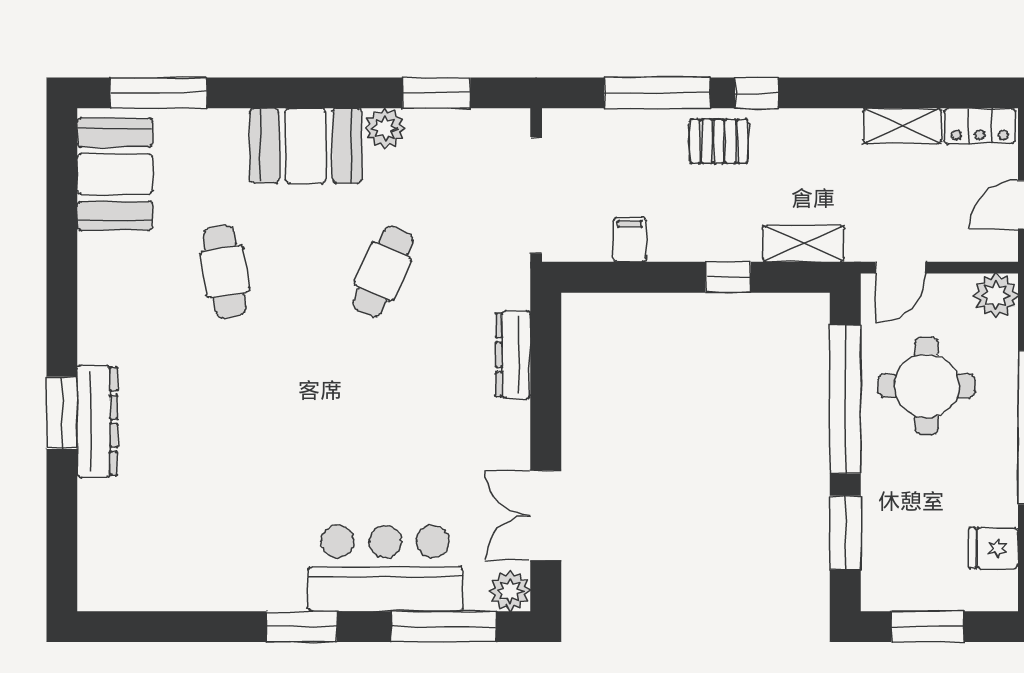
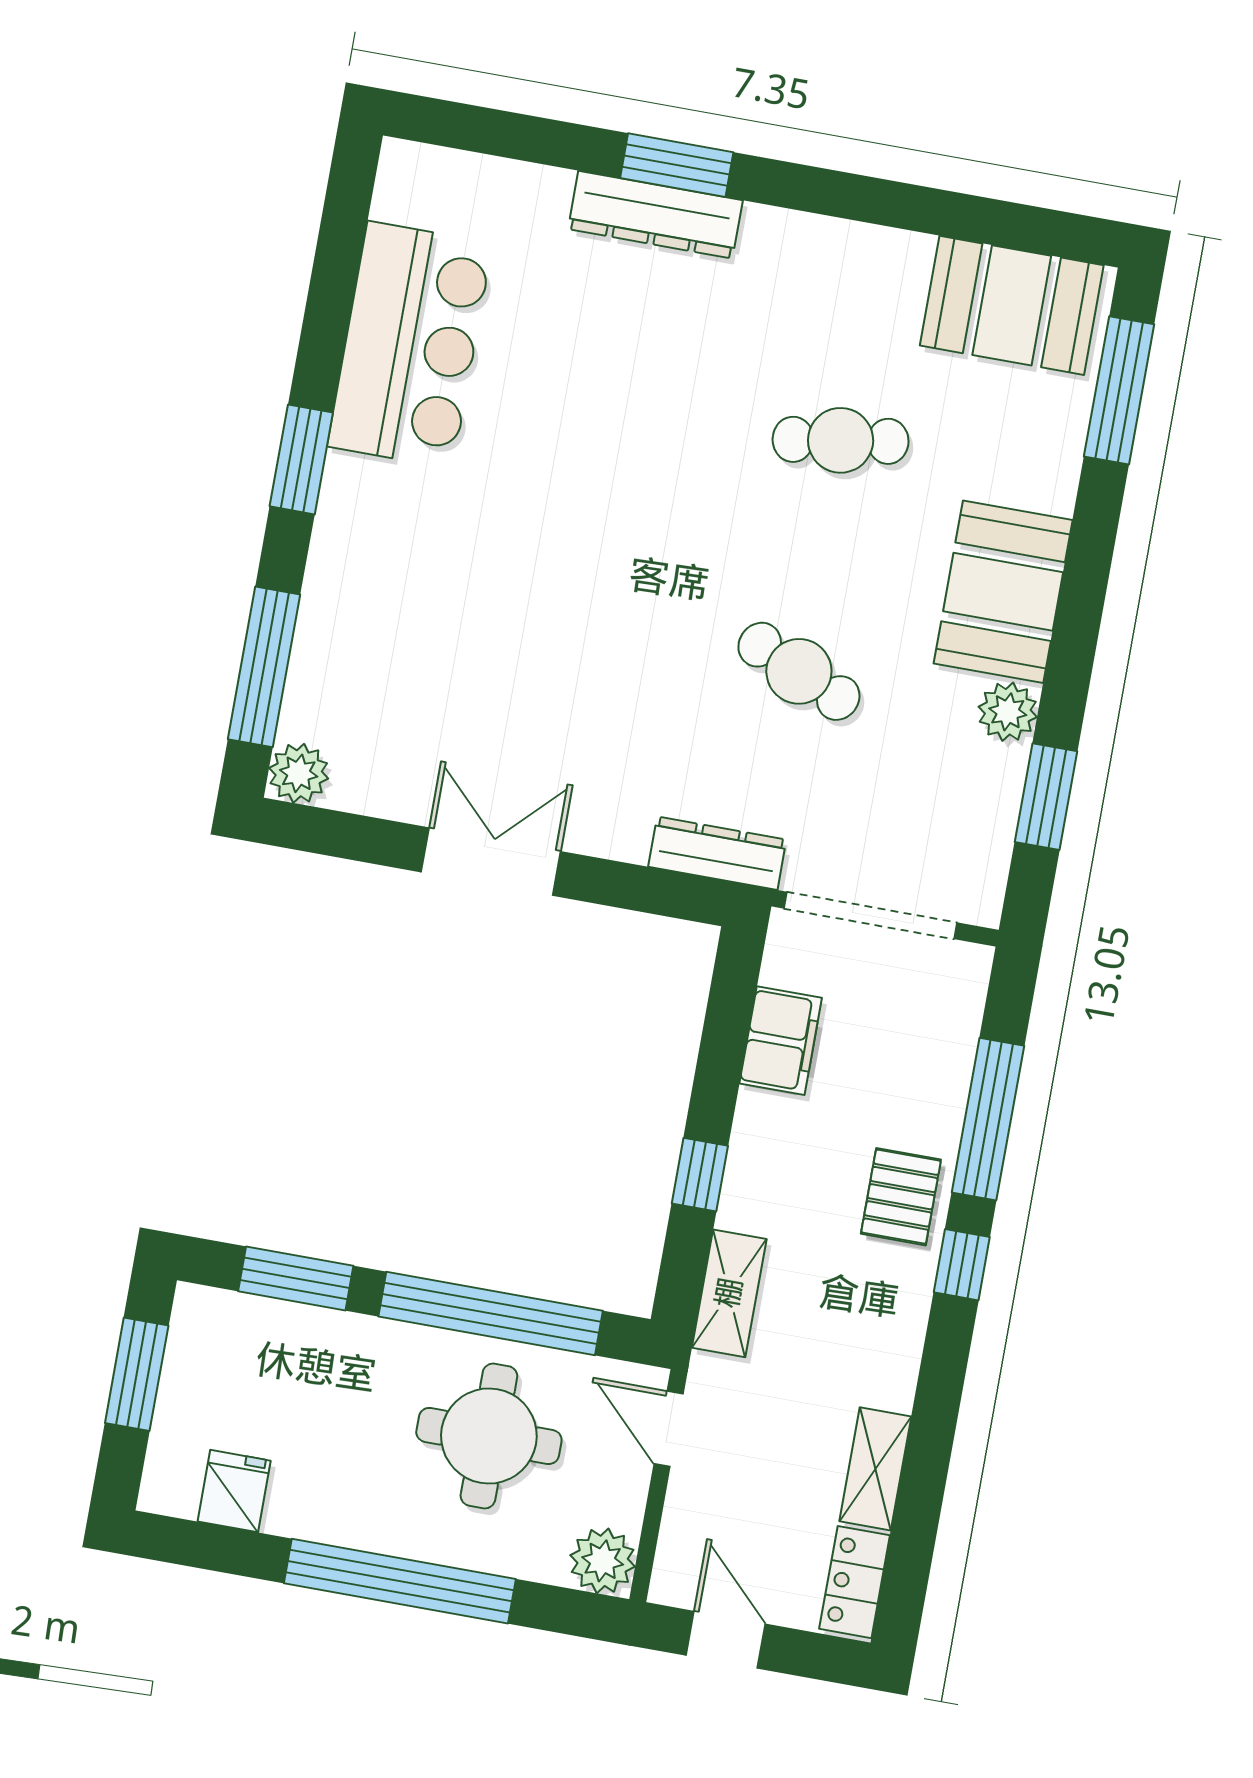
filing cabinet: (630, 240) -> (781, 1041), width x2.00
dresser: (513, 355) -> (717, 853), moved
double door: (546, 515) -> (491, 862), moved
bar counter: (385, 568) -> (410, 345), moved

